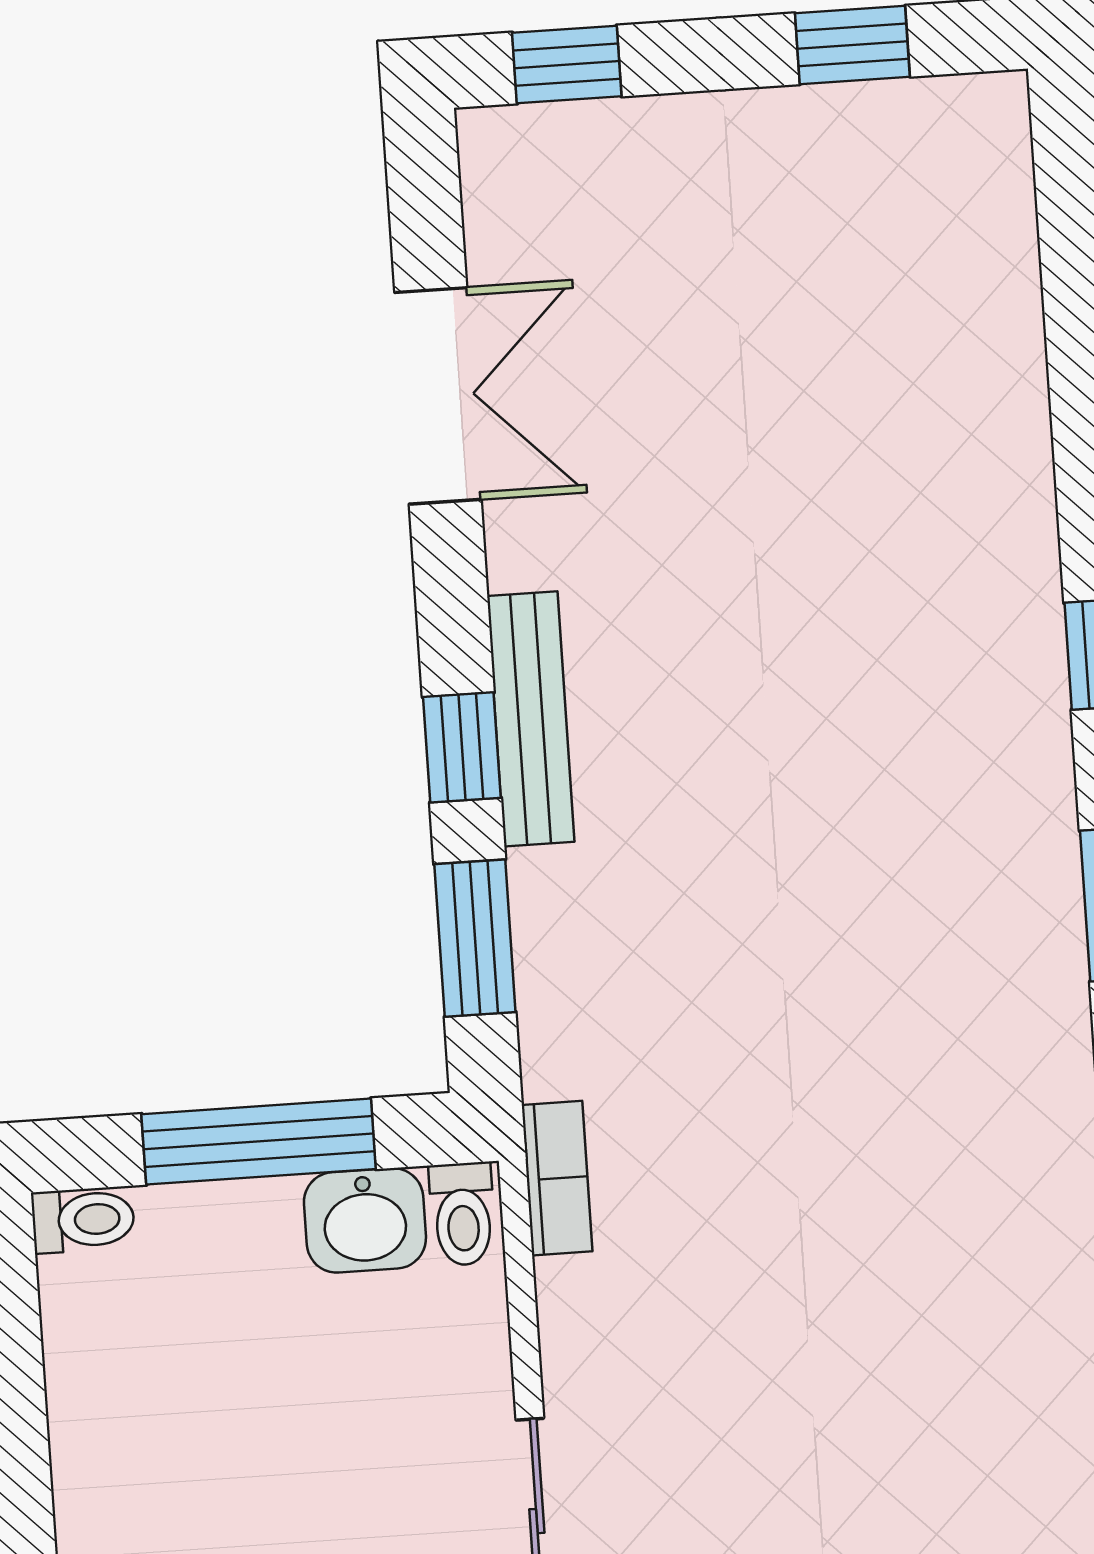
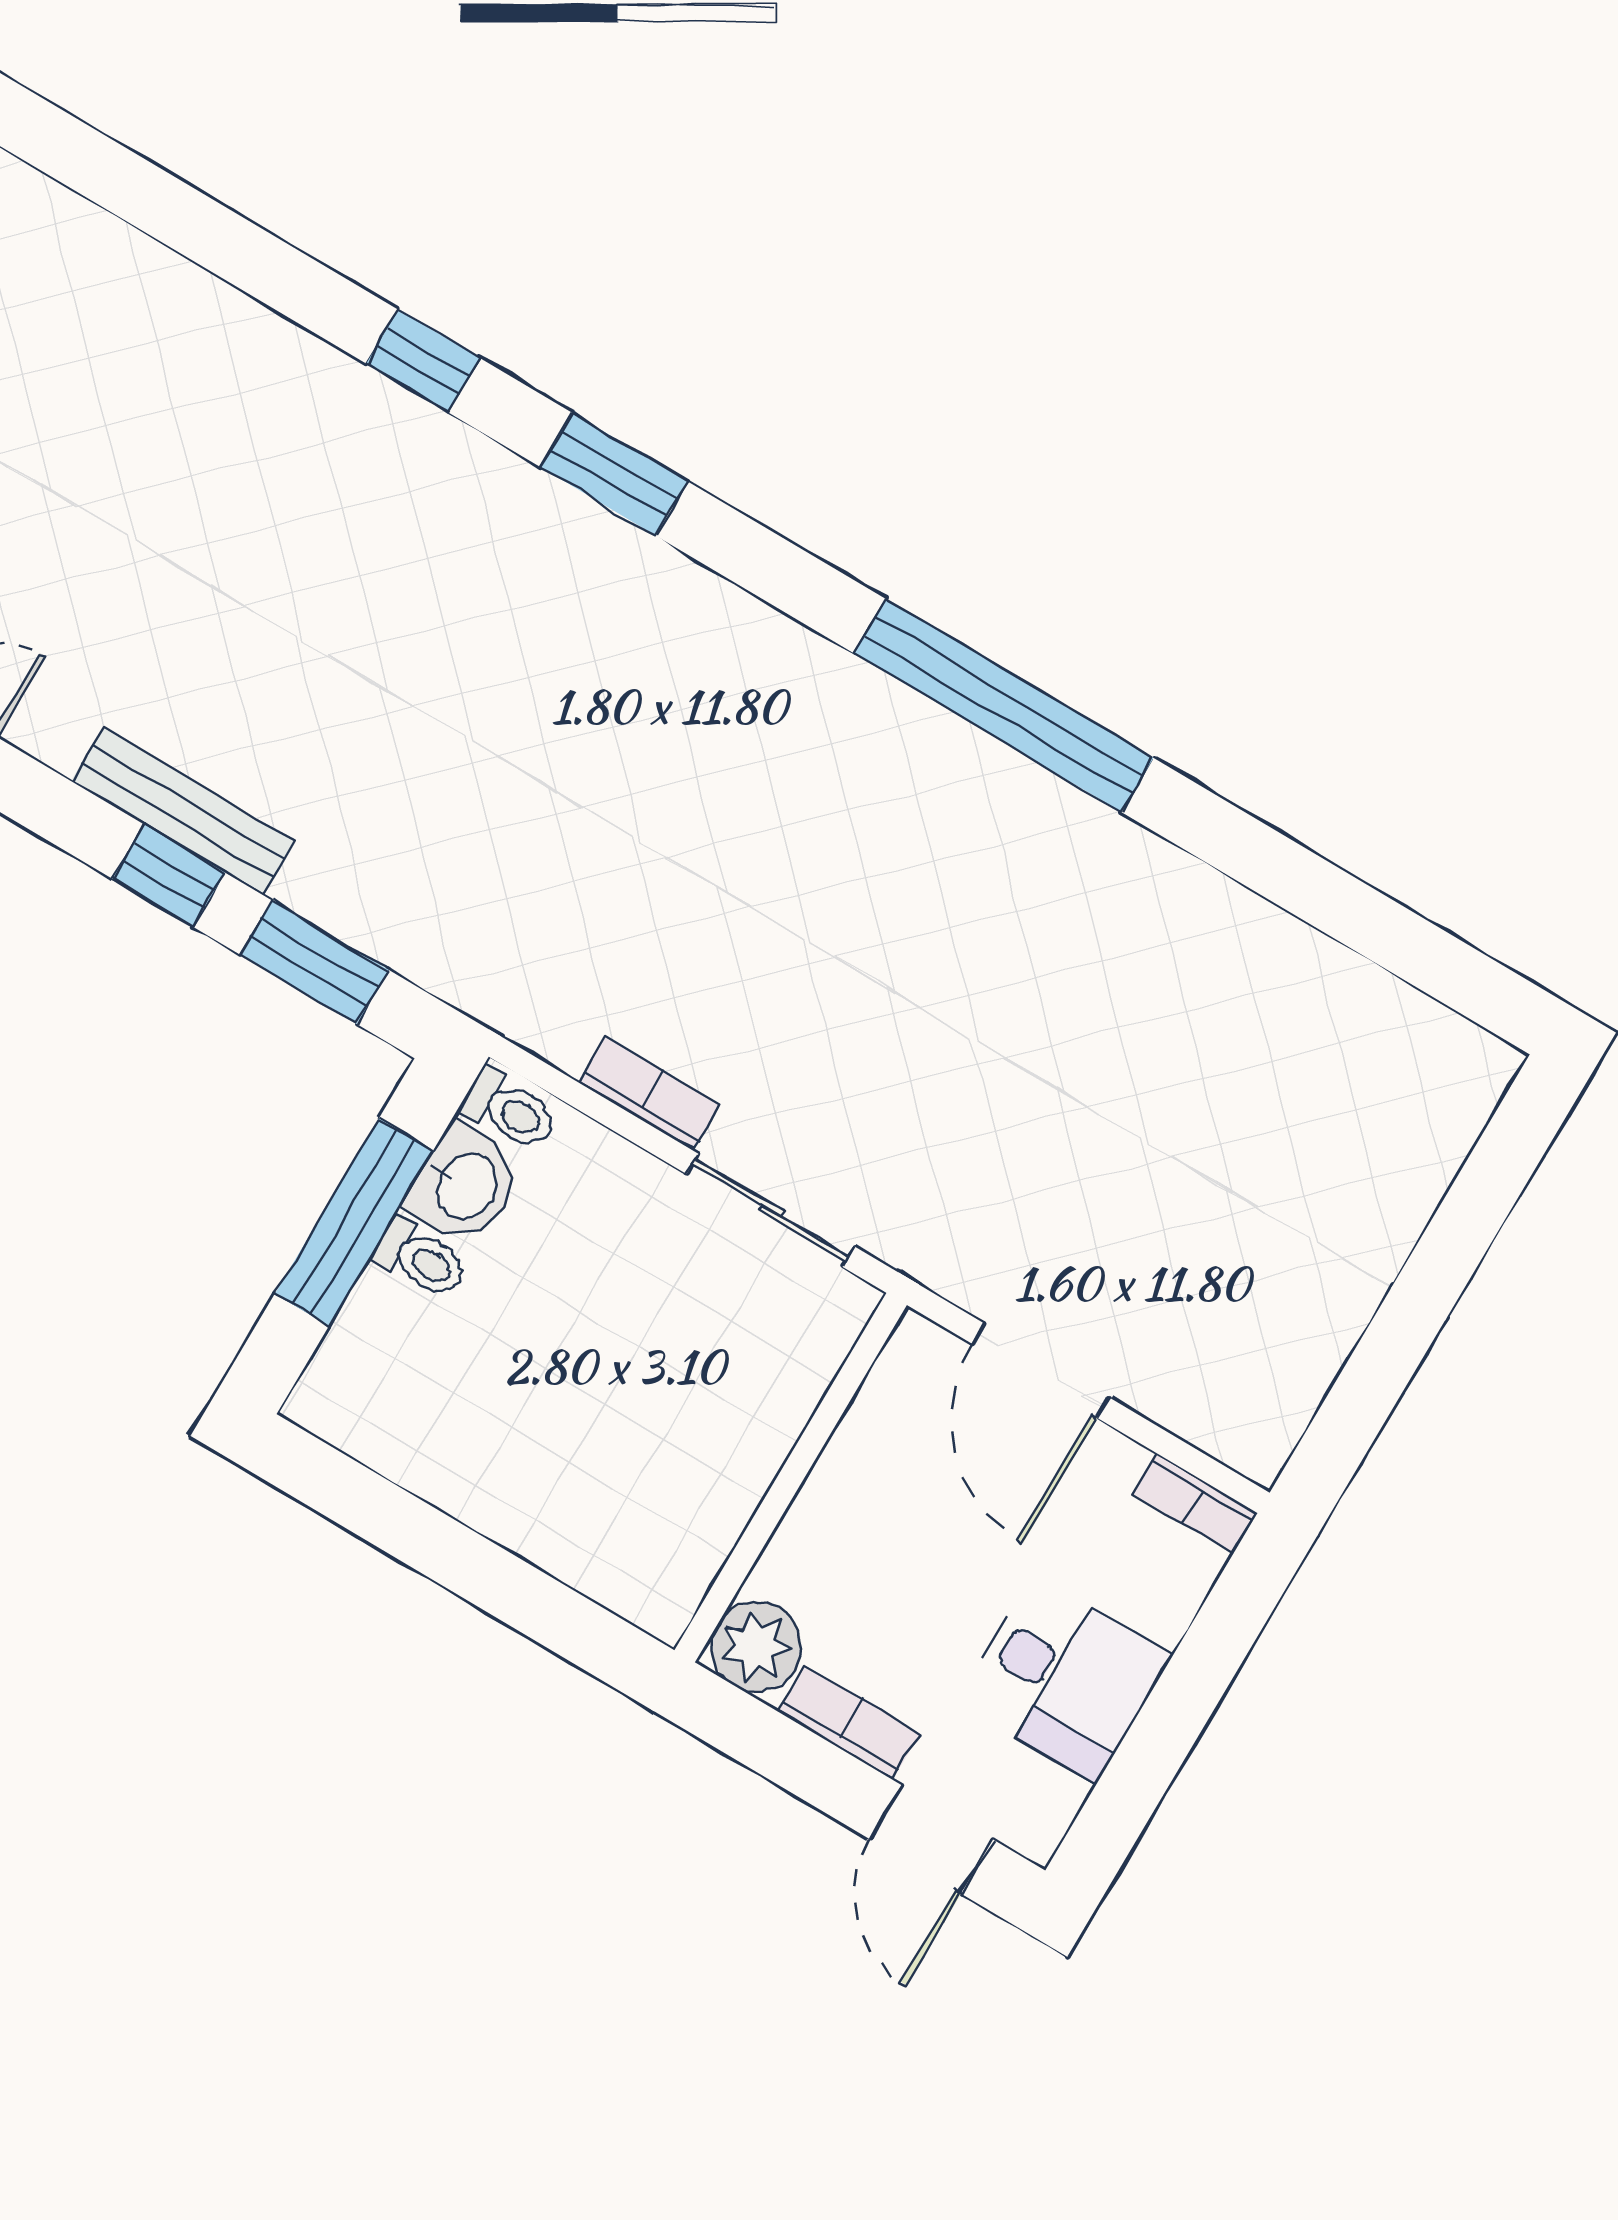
bookcase: (557, 1178) -> (649, 1093), moved
toilet: (83, 1220) -> (421, 1259), moved, turned 90

